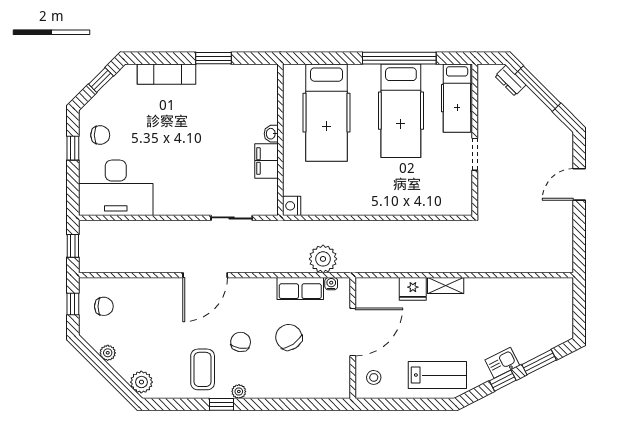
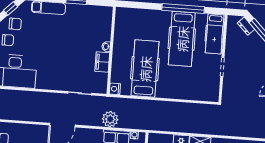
chair: (111, 106) -> (15, 24), added
hospital bed: (326, 113) -> (145, 69), moved, turned 180
plant: (323, 259) -> (110, 119), moved

